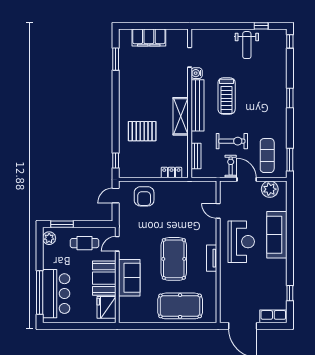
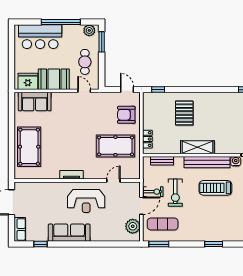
sofa: (277, 235) -> (69, 233), moved
pool table: (174, 259) -> (115, 146), moved
sofa: (129, 278) -> (35, 102), moved
window: (40, 293) -> (61, 22), moved

